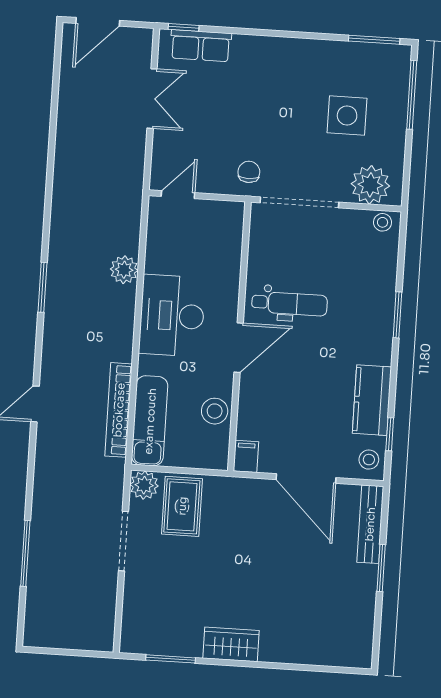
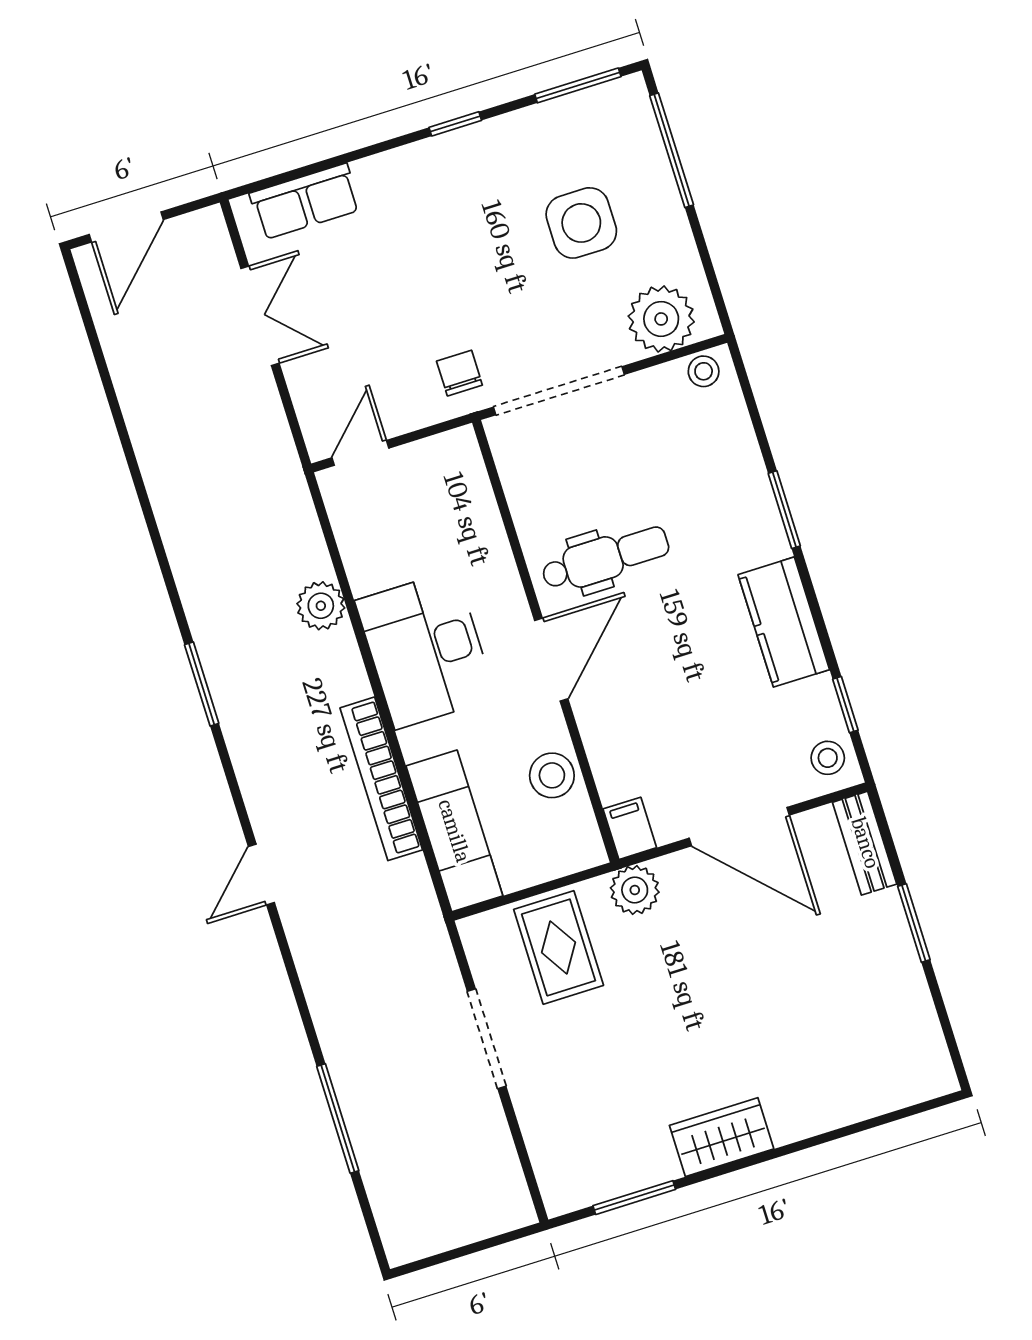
window: (184, 27) -> (455, 124), moved
kitchen counter: (372, 400) -> (784, 622), moved
bookcase: (119, 410) -> (381, 779), moved
plant: (144, 485) -> (635, 890), moved
bench: (370, 524) -> (865, 843), width x0.73

